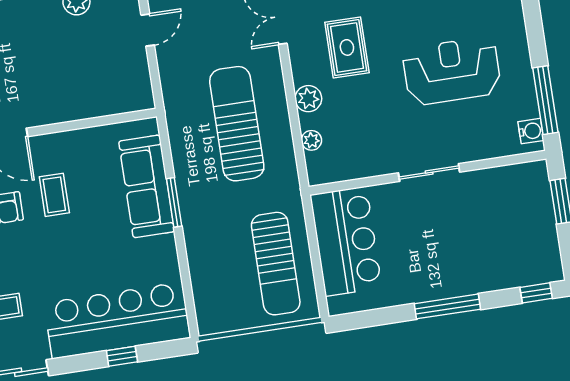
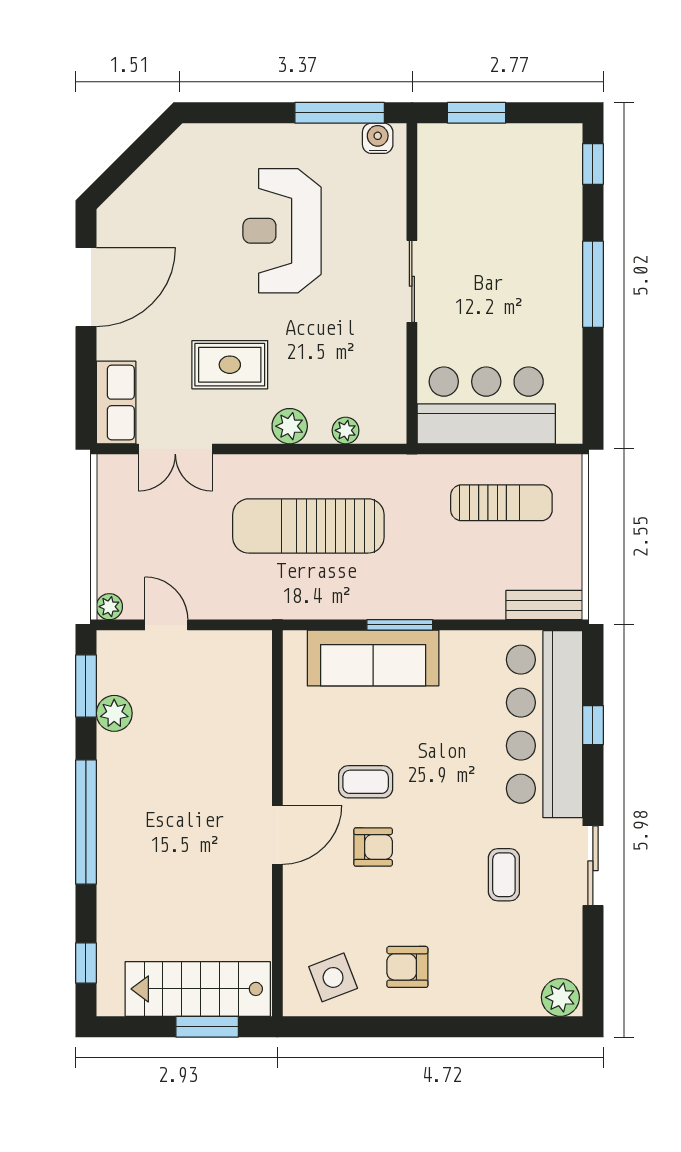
sun lounger: (276, 264) -> (501, 503), width x0.73, depth x0.75
bench: (205, 307) -> (544, 605), added

